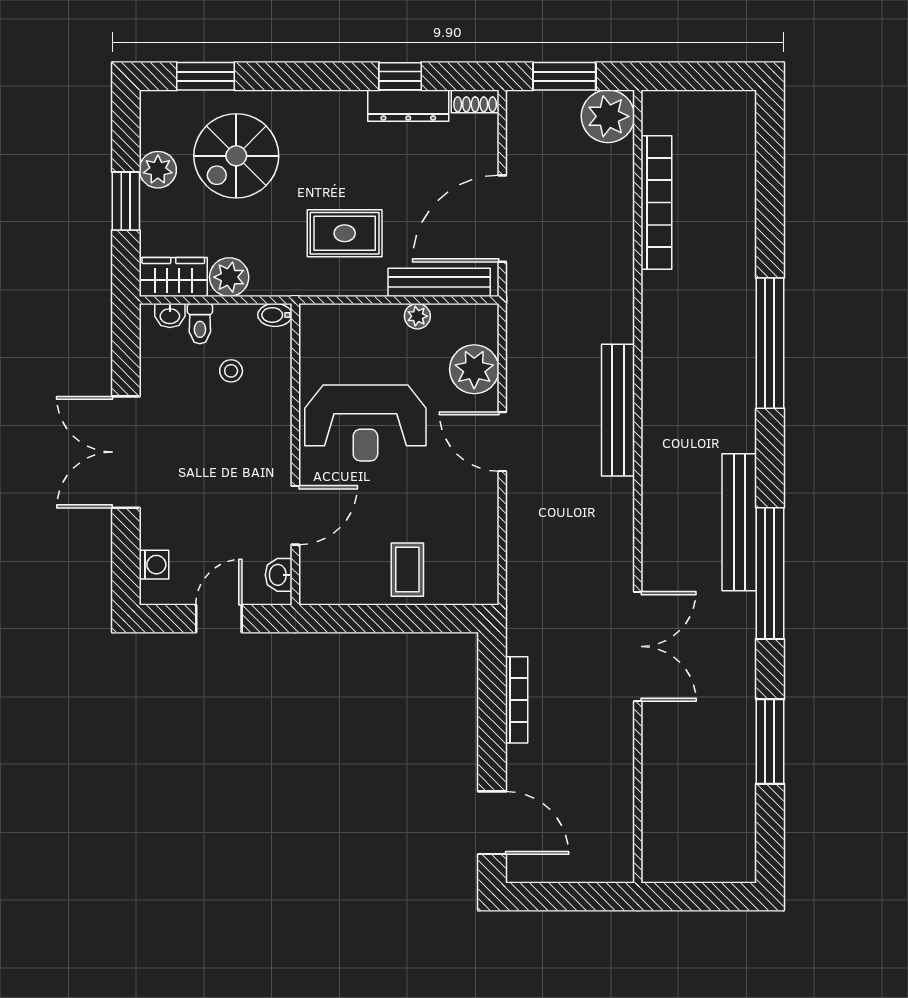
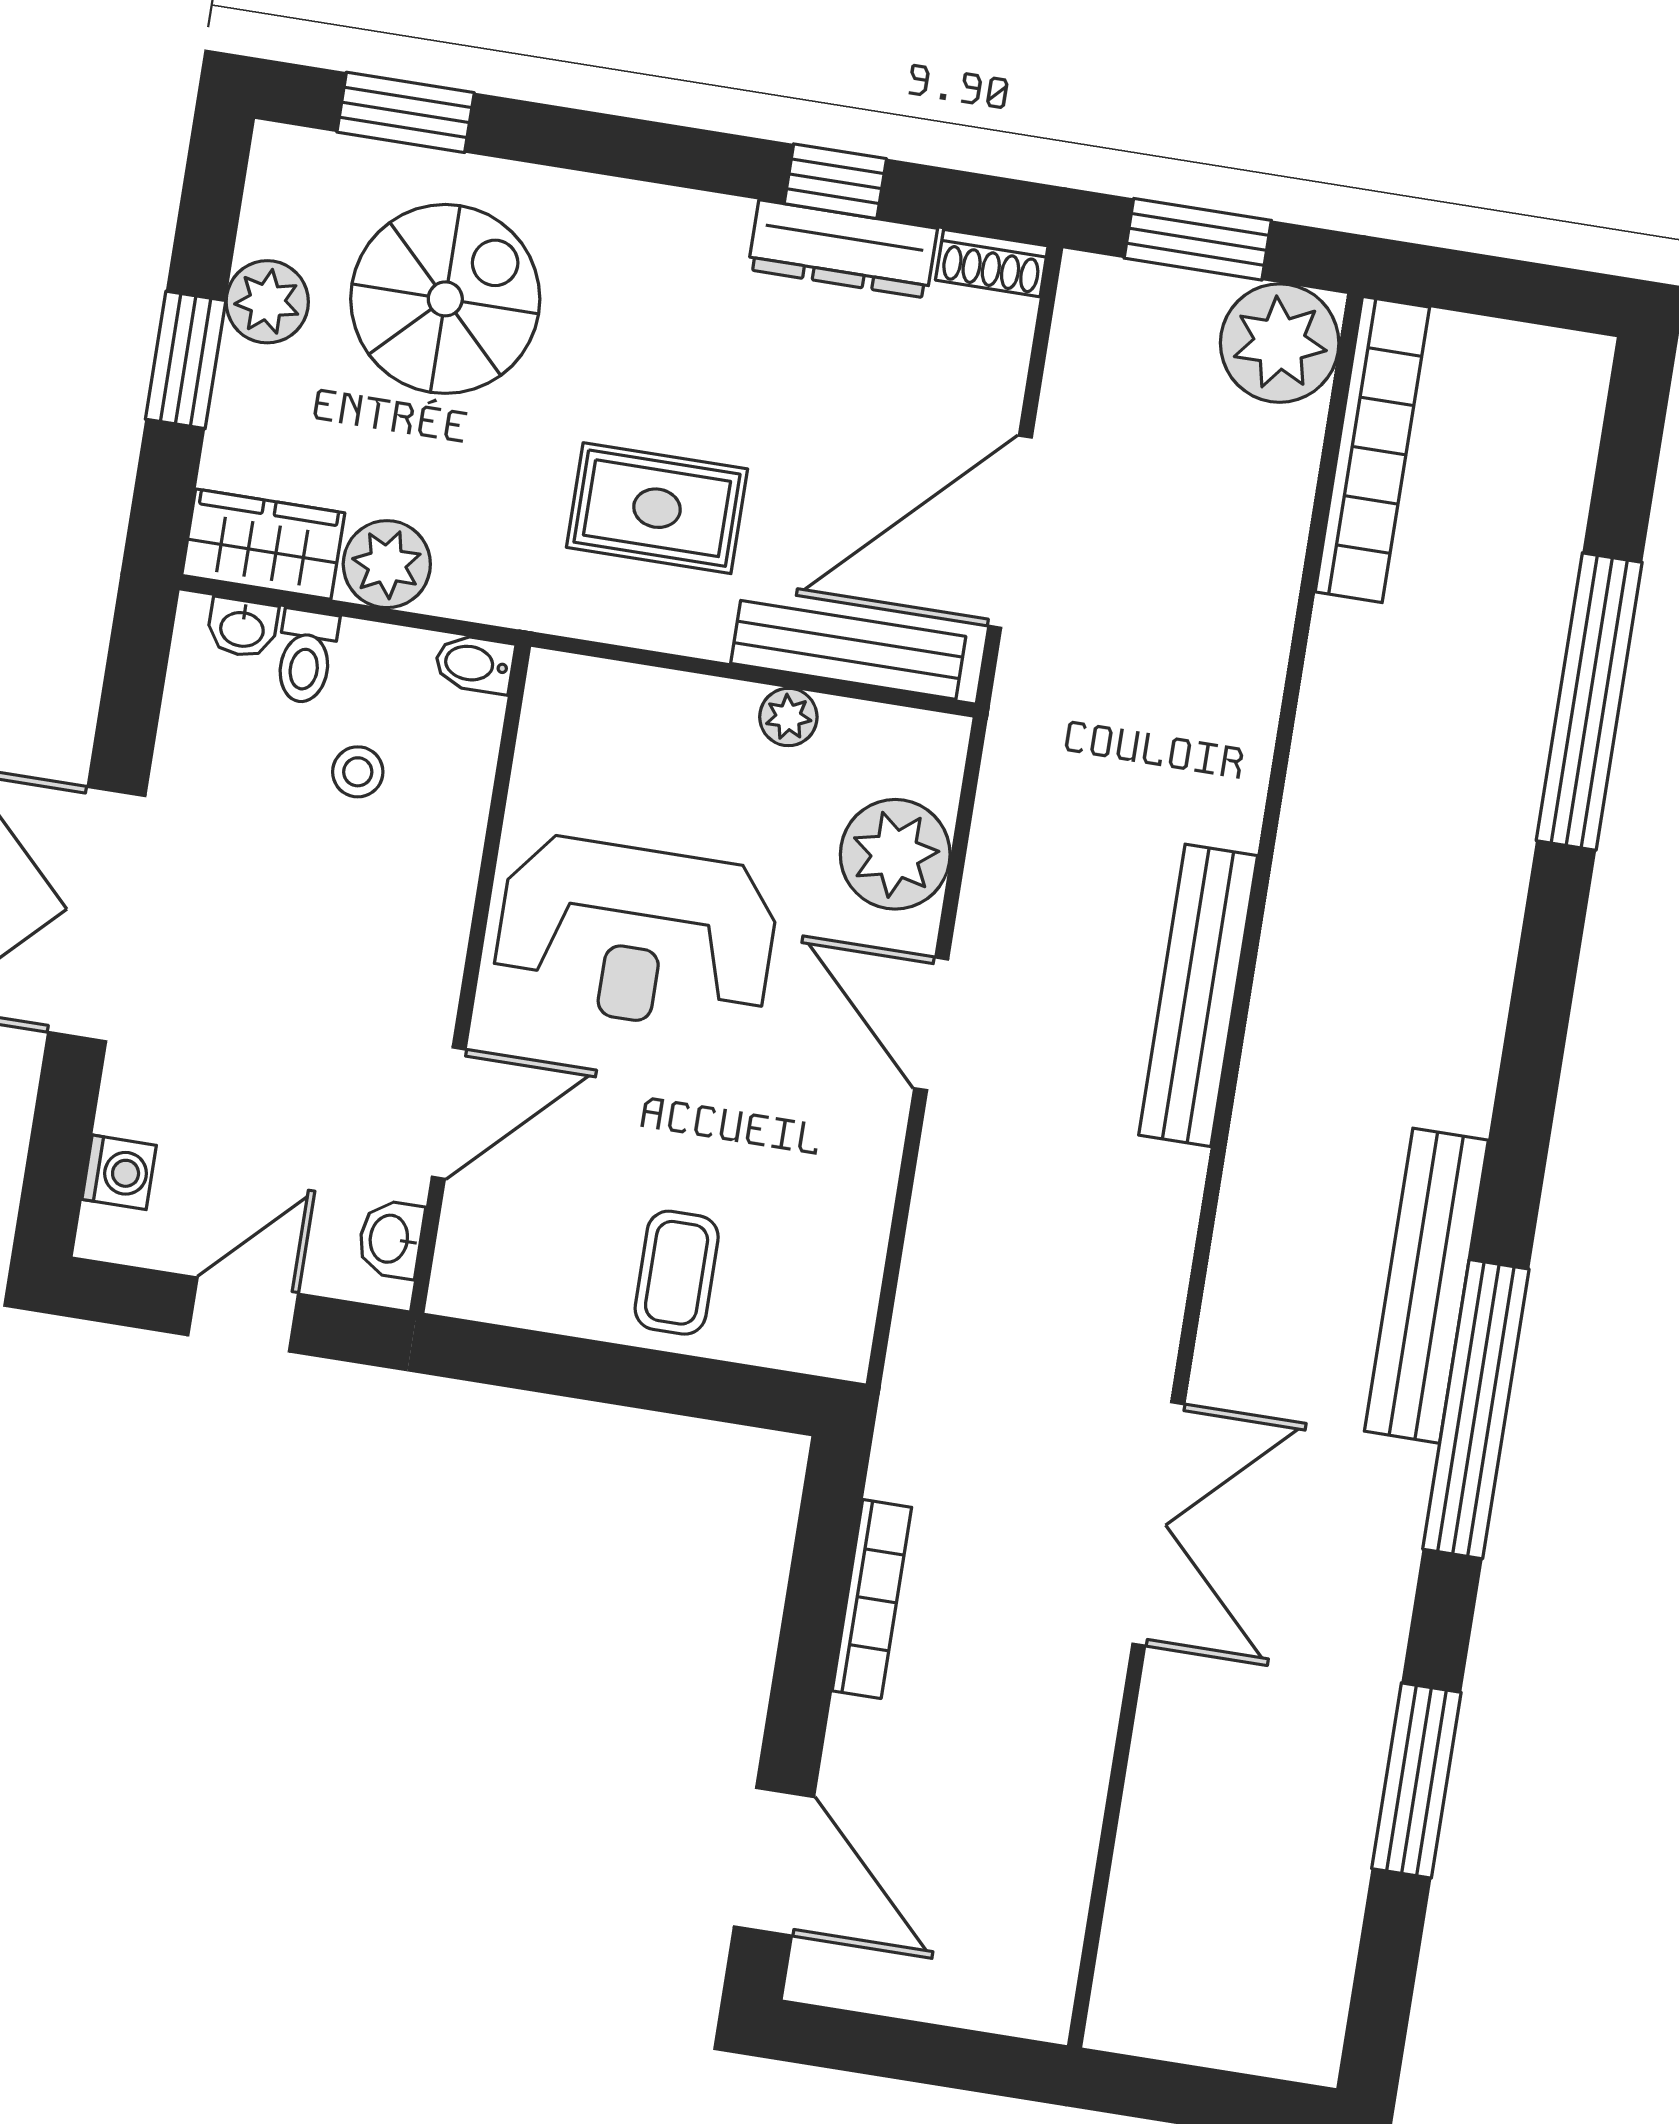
spiral stairs: (236, 156) -> (445, 299), turned 180
bookcase: (656, 202) -> (1372, 449), moved
window: (770, 343) -> (1589, 702), moved

